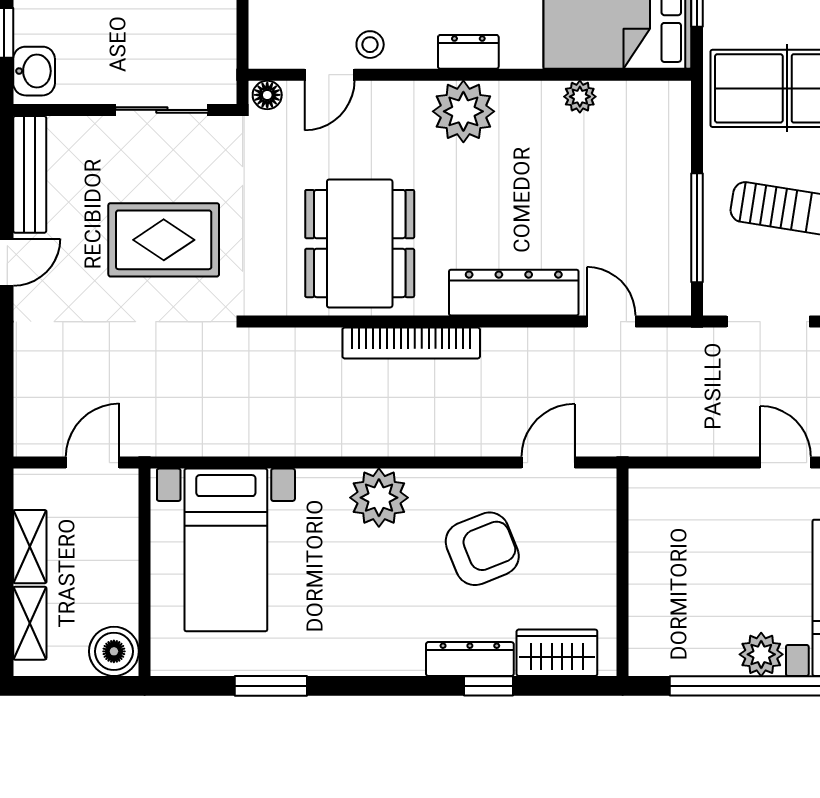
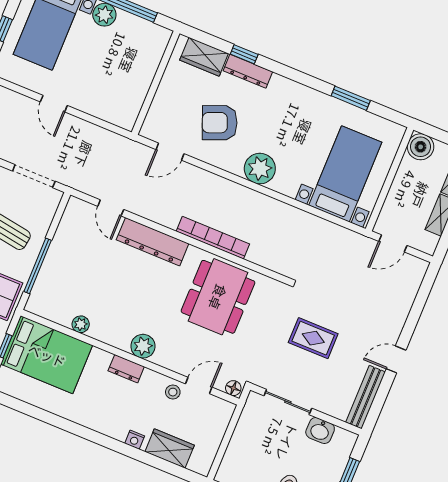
washbasin: (34, 71) -> (320, 431), moved, turned -90
plant: (463, 111) -> (143, 346), width x0.73, depth x0.73
window: (697, 228) -> (38, 266), moved
rug: (164, 240) -> (313, 338), width x0.73, depth x0.70

